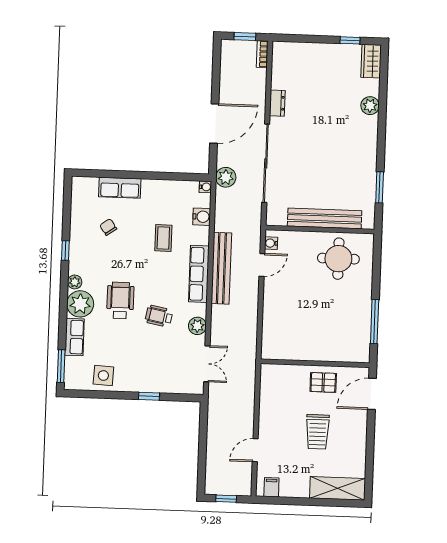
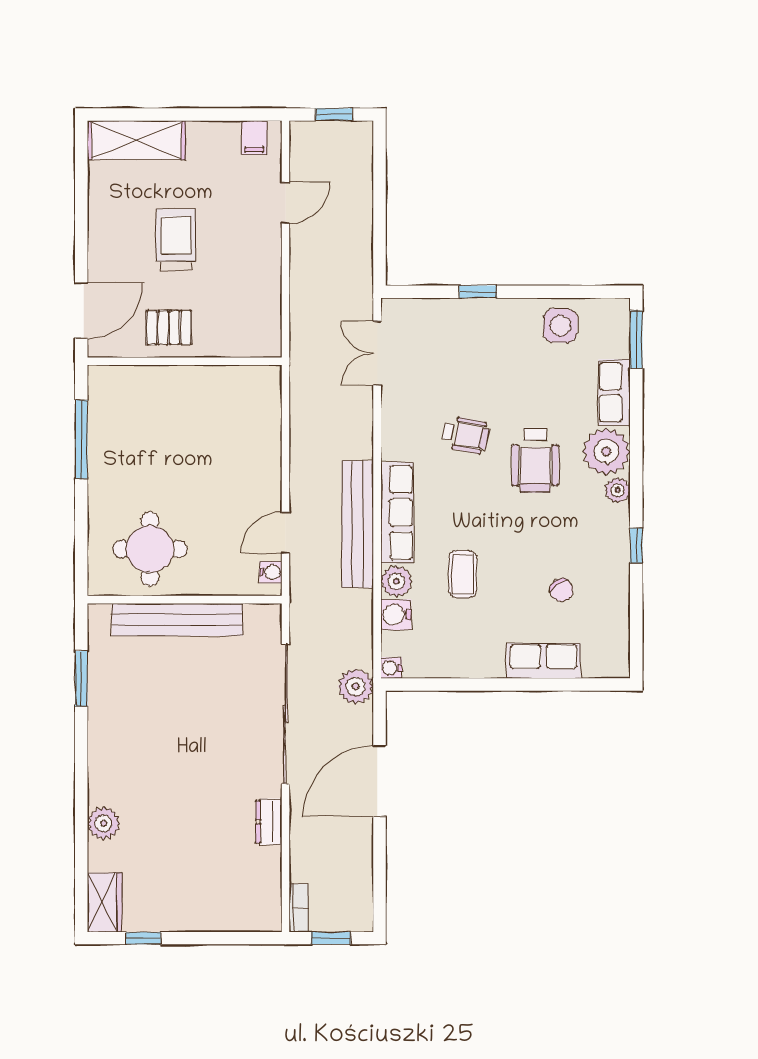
plant: (197, 326) -> (396, 581), moved

